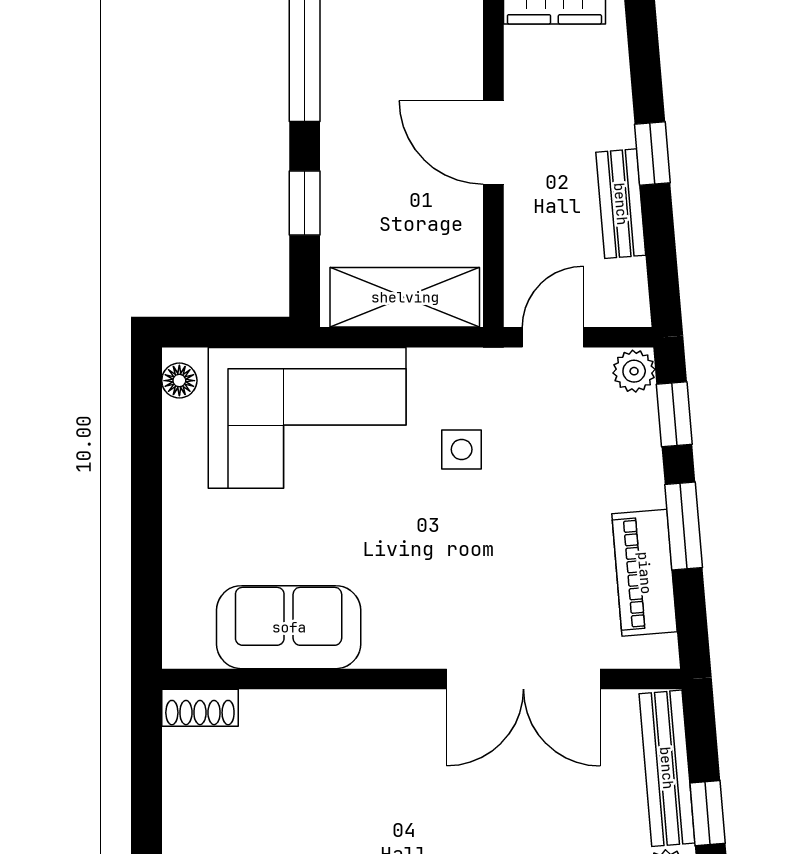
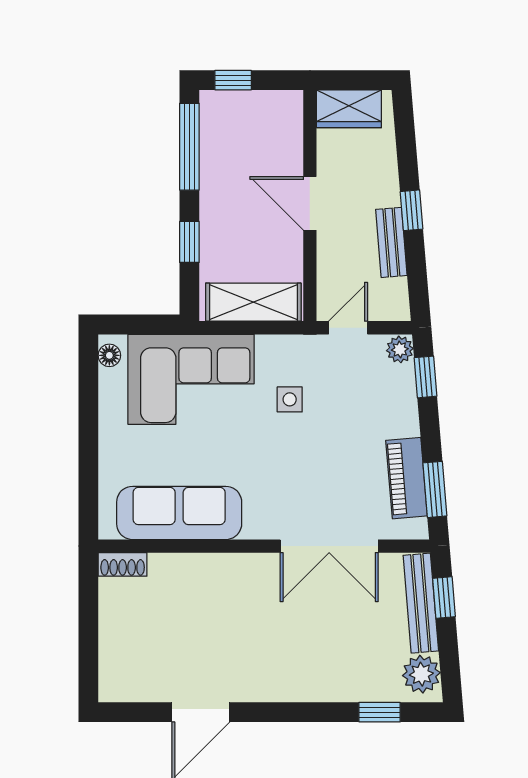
window: (684, 526) -> (435, 489), moved
sofa: (289, 627) -> (179, 513), width x1.36
window: (708, 813) -> (444, 597), moved

